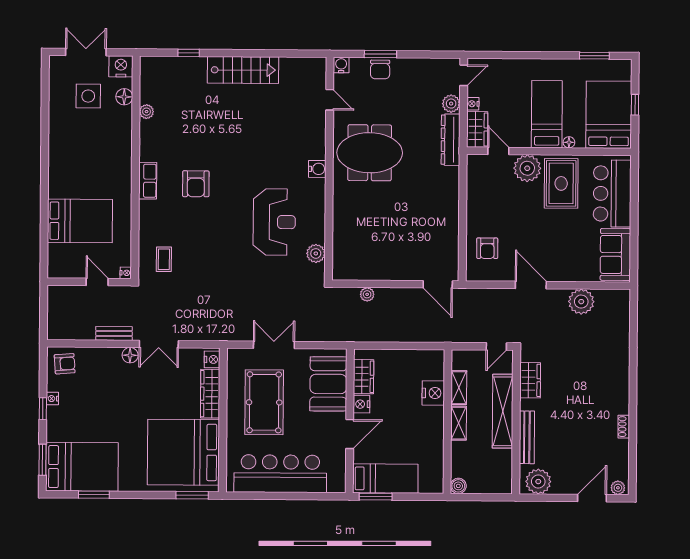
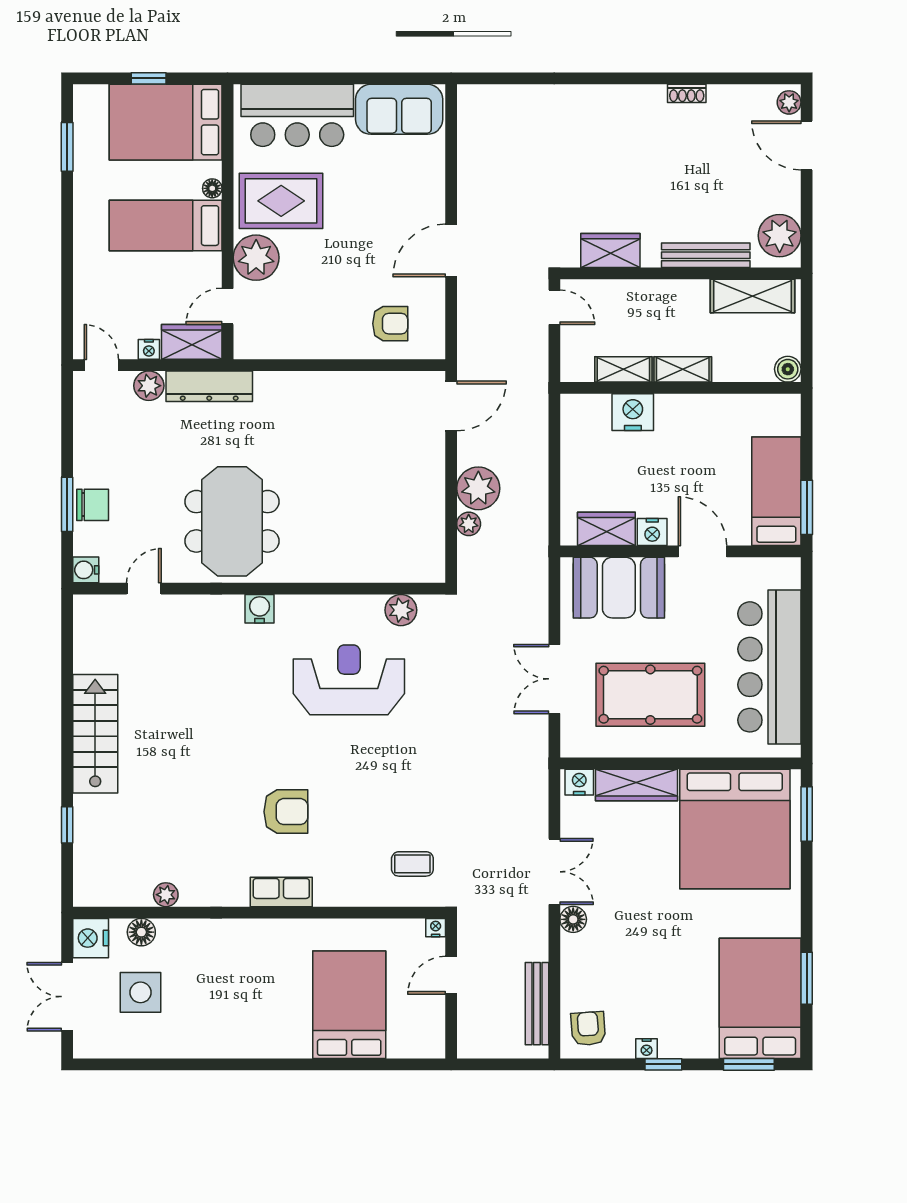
plant: (581, 302) -> (478, 488), moved
bench: (114, 333) -> (537, 1004), moved, width x1.36
shelving: (503, 411) -> (753, 296), moved, width x0.68

